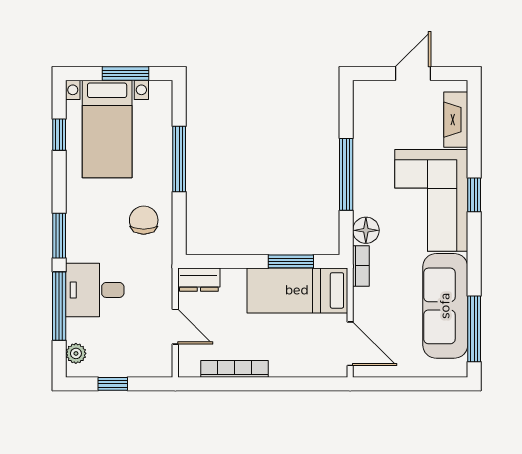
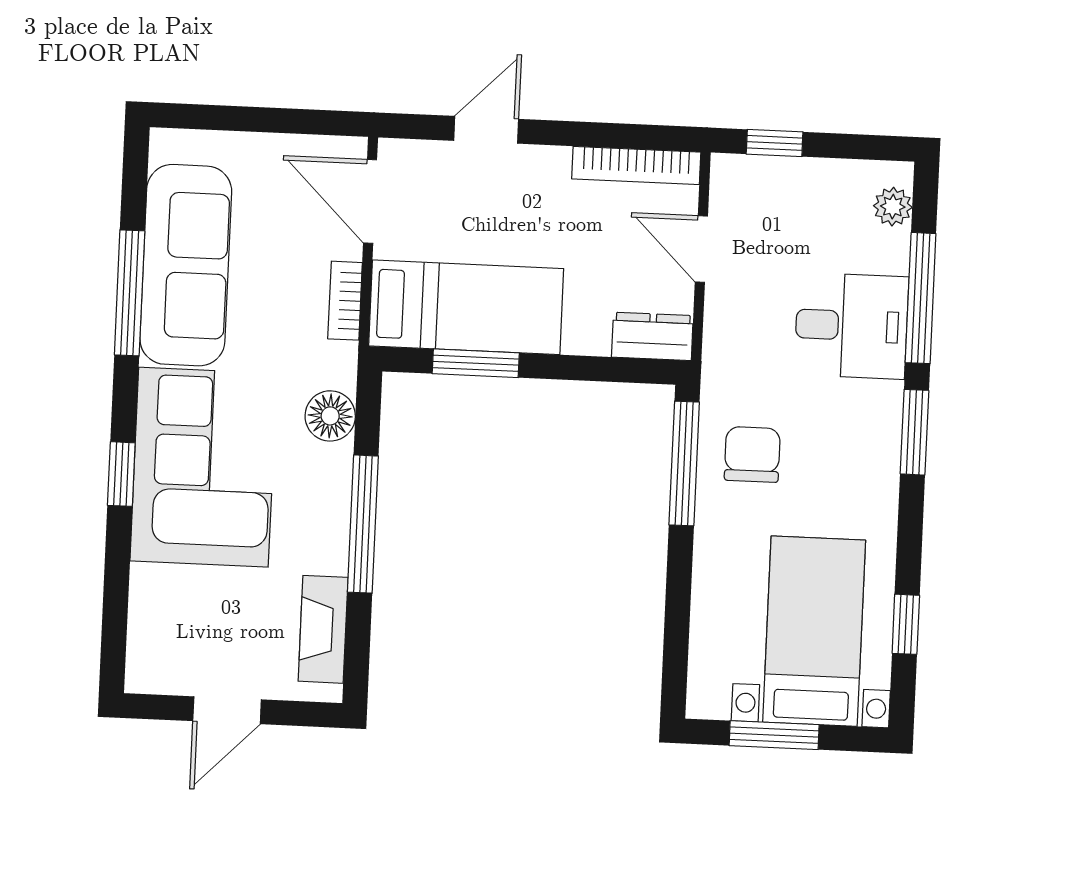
fireplace: (456, 120) -> (323, 629), moved, turned 180
window: (179, 159) -> (684, 463), moved
chair: (144, 220) -> (752, 454), turned 180
bookcase: (361, 266) -> (345, 301), moved
window: (474, 329) -> (130, 293), moved
bookcase: (235, 369) -> (636, 165), moved
window: (113, 384) -> (775, 143), moved
door: (291, 384) -> (486, 130), added

